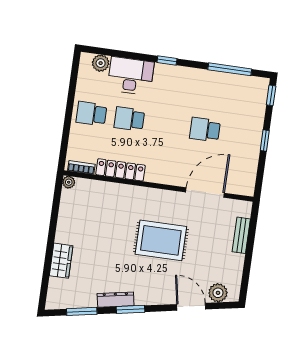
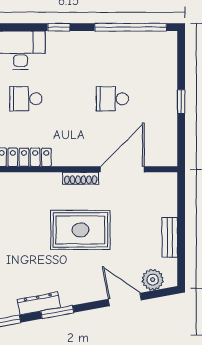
window: (230, 69) -> (131, 27), width x1.46
window: (271, 95) -> (181, 50), removed
shoe rack: (167, 195) -> (81, 178), added
bench: (241, 235) -> (170, 237), moved

